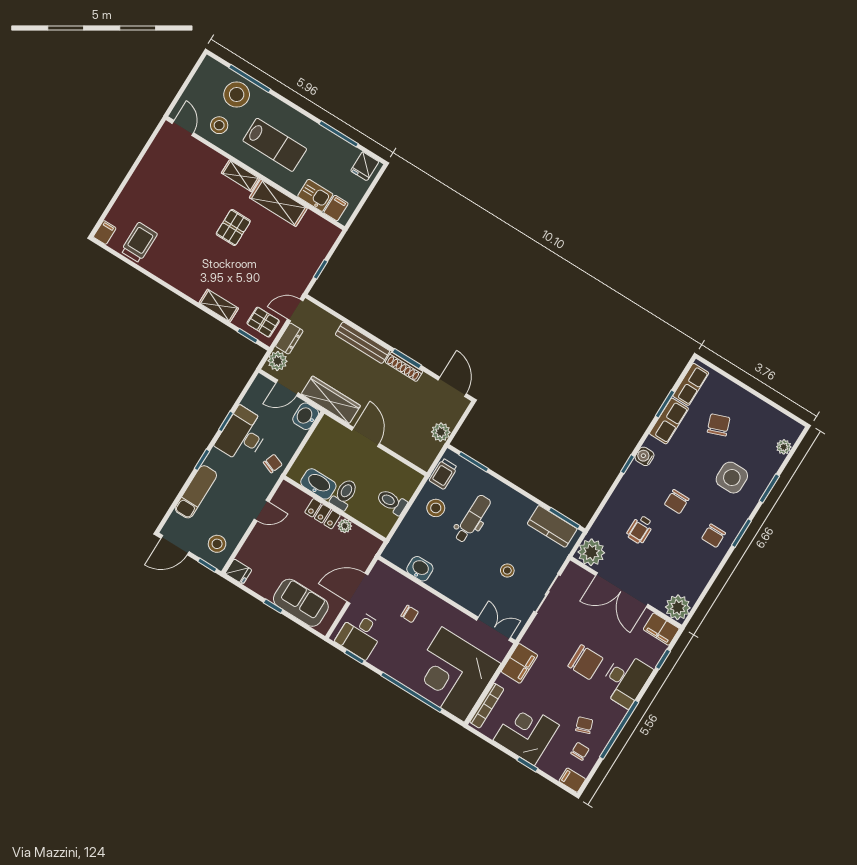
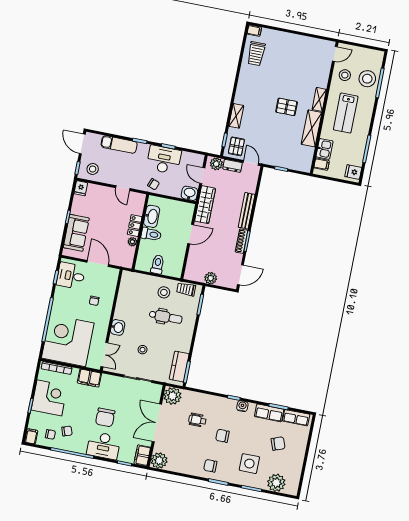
trolley: (139, 242) -> (256, 54), turned 90
plant: (784, 447) -> (276, 483), width x1.88, depth x1.88
washbasin: (420, 569) -> (118, 327), moved

